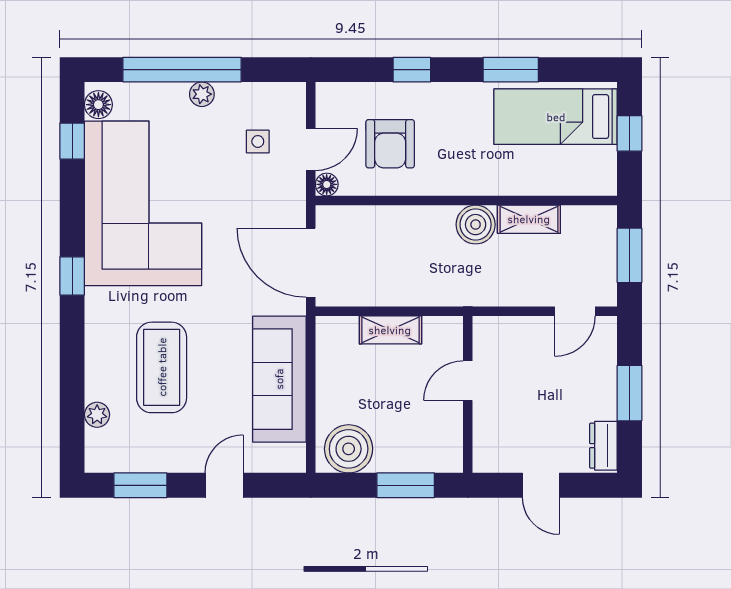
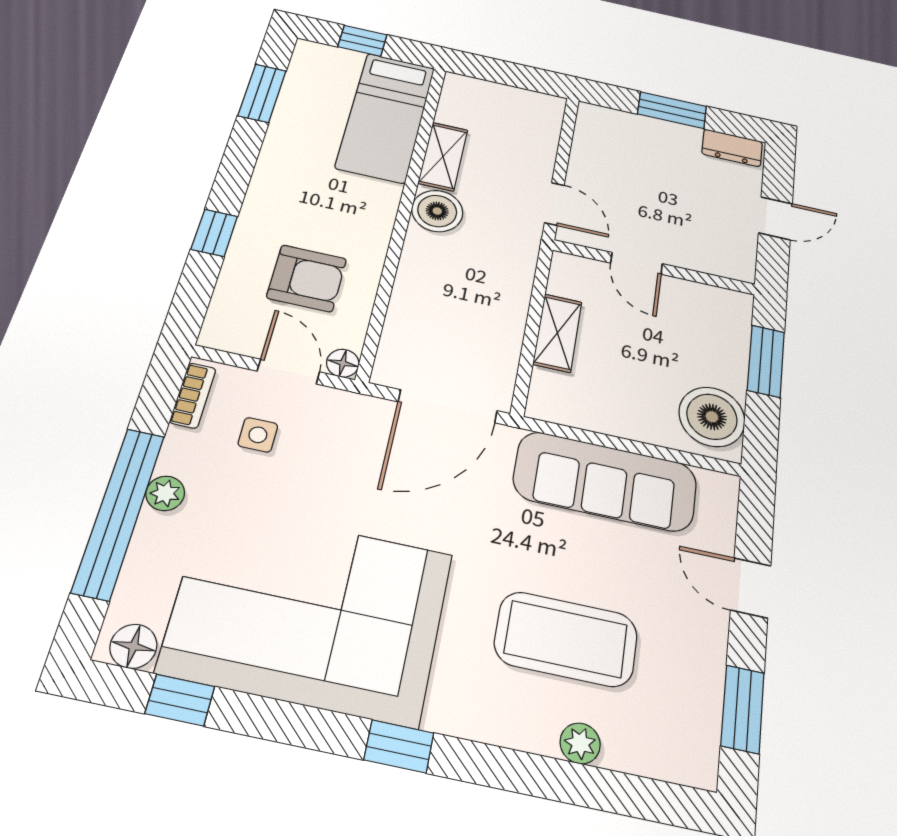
window: (511, 70) -> (262, 93), moved
bookcase: (277, 92) -> (193, 395), added
bed: (556, 117) -> (386, 117), moved
window: (629, 255) -> (508, 73), removed
door: (575, 311) -> (554, 204), moved
plant: (97, 415) -> (580, 743), moved

